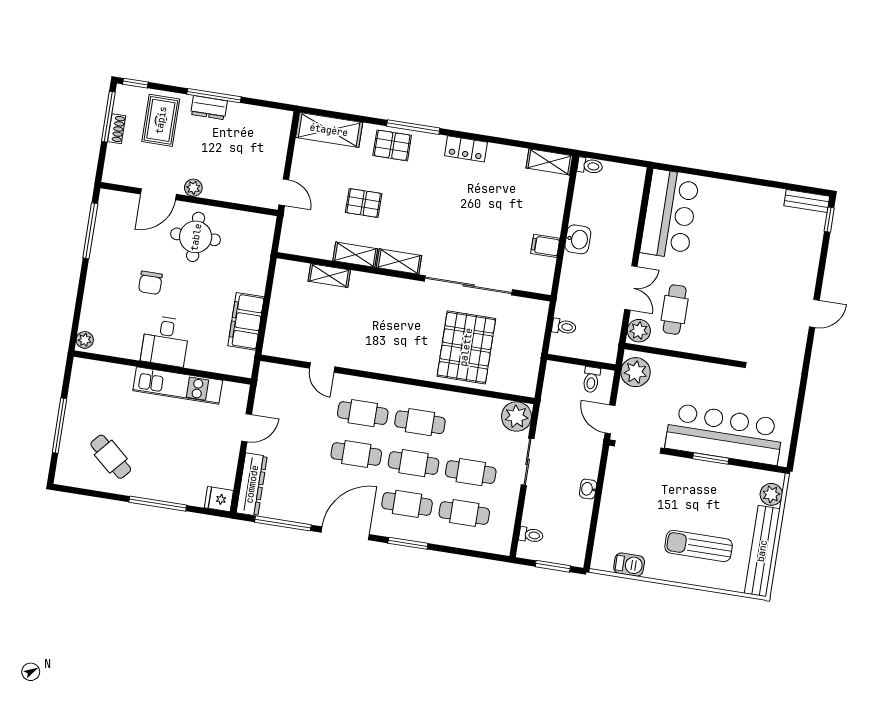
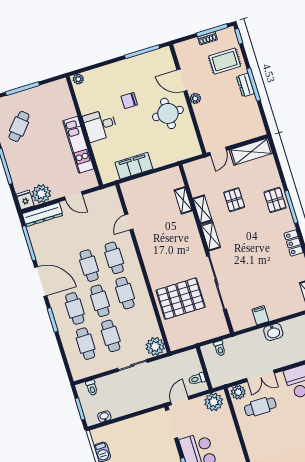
shelving: (329, 130) -> (251, 152), moved, turned 90
plant: (221, 472) -> (41, 194), added
washbasin: (588, 489) -> (104, 417), moved

